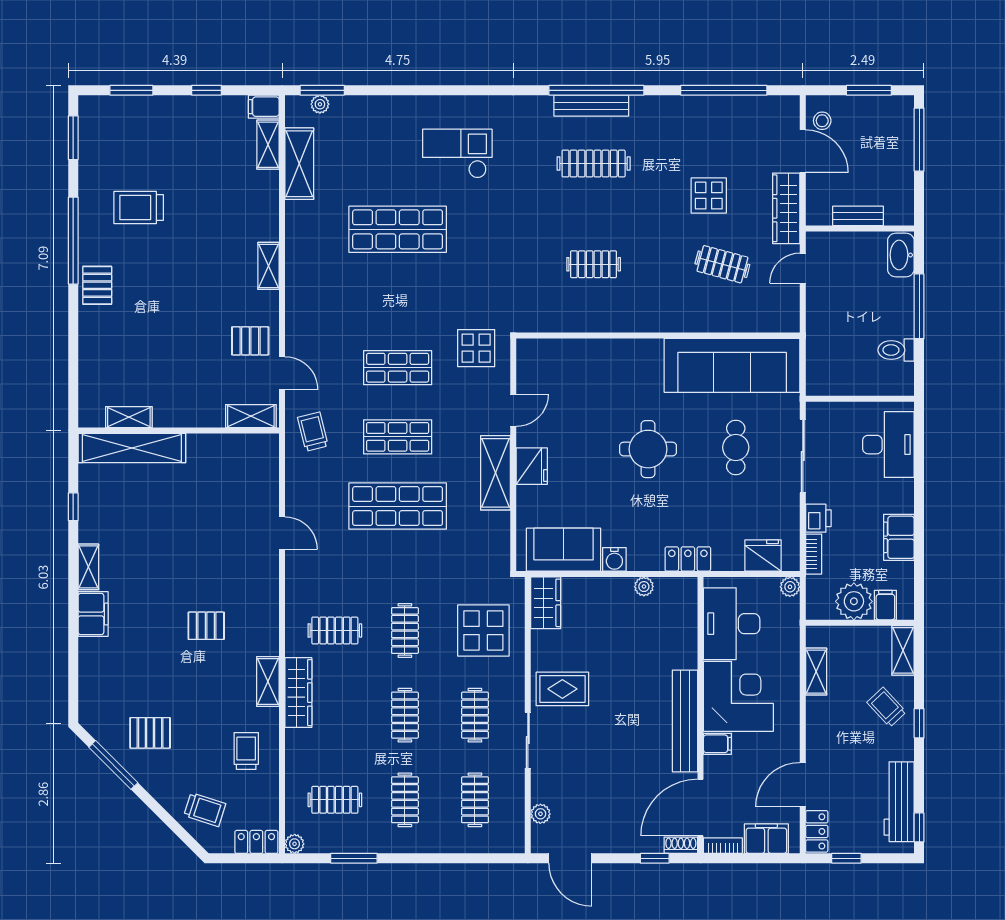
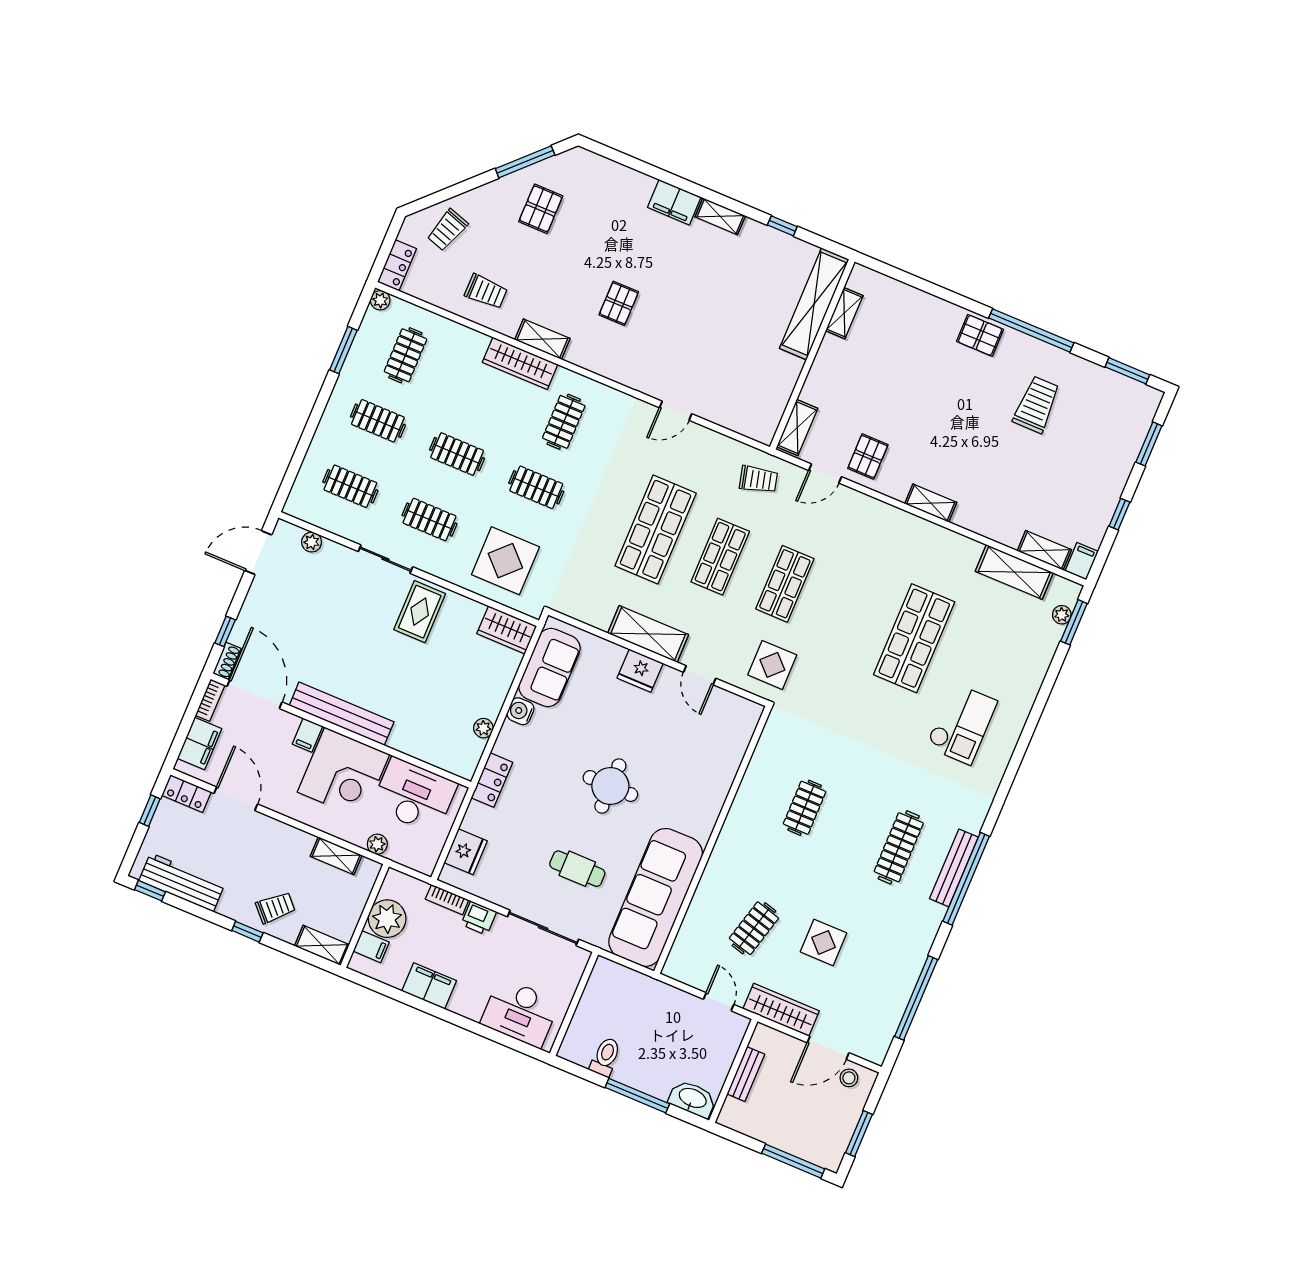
plant: (790, 587) -> (377, 844), moved

